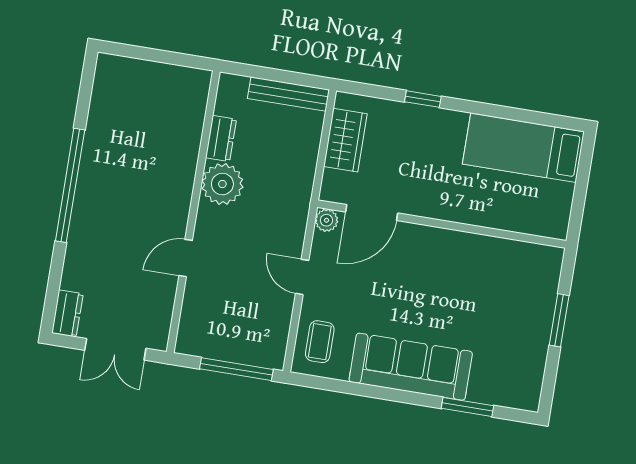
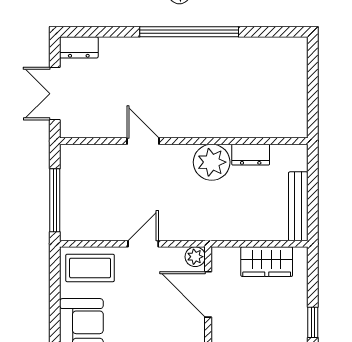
coffee table: (320, 342) -> (90, 268), width x1.36, depth x1.30

